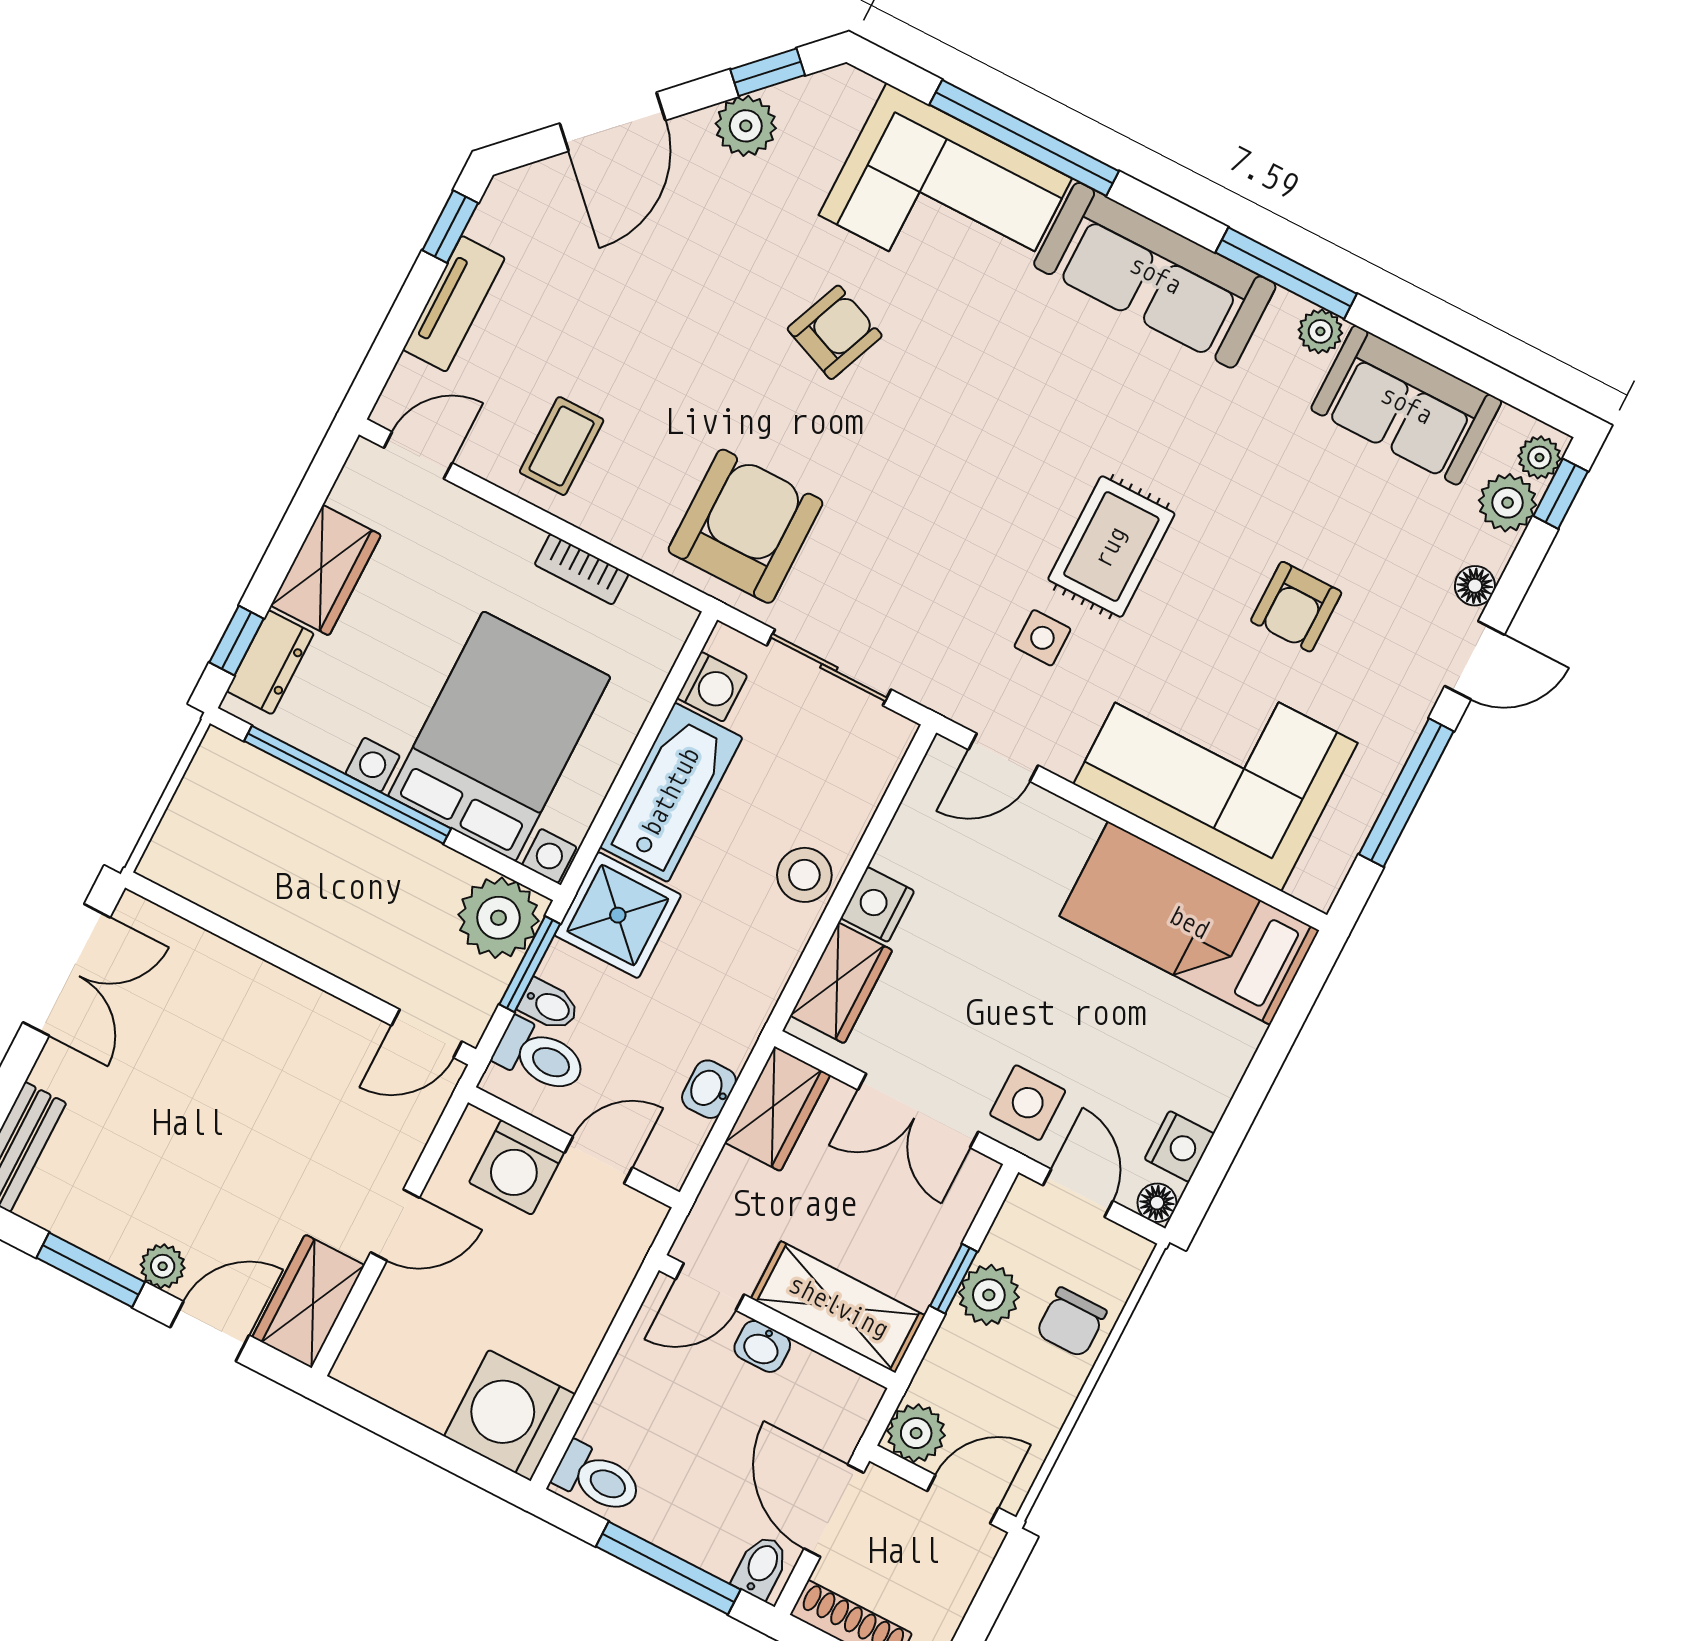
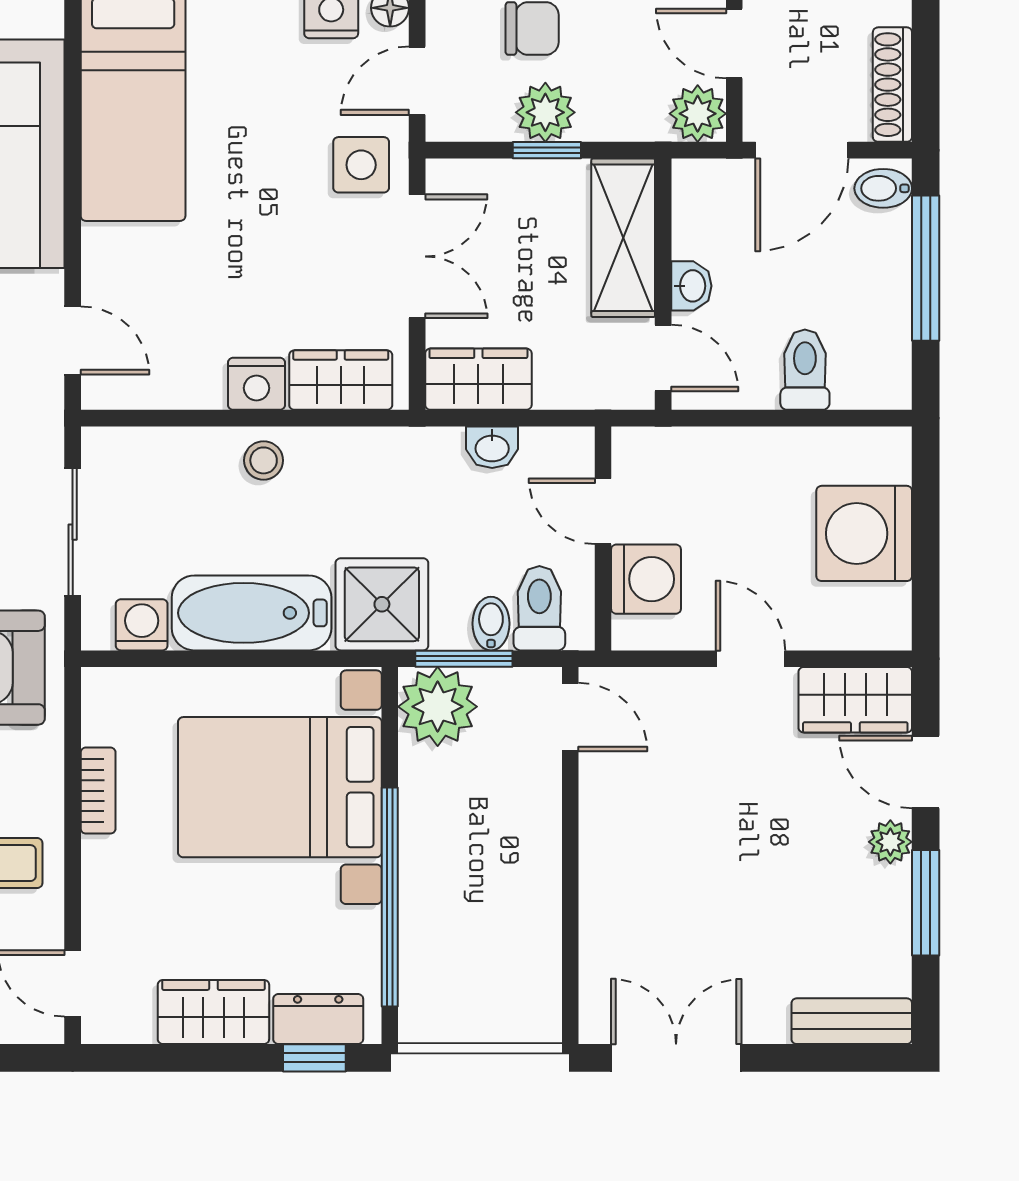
stool: (804, 875) -> (264, 460), width x0.73, depth x0.73
washing machine: (510, 1415) -> (864, 533), moved, turned 90
toilet: (598, 1478) -> (805, 370), moved

